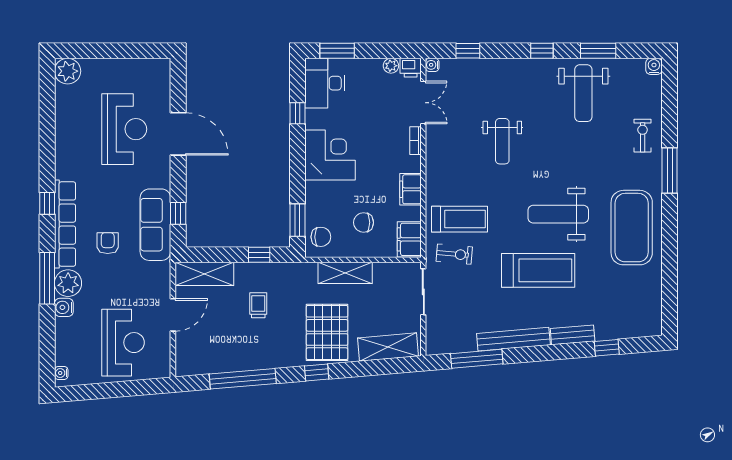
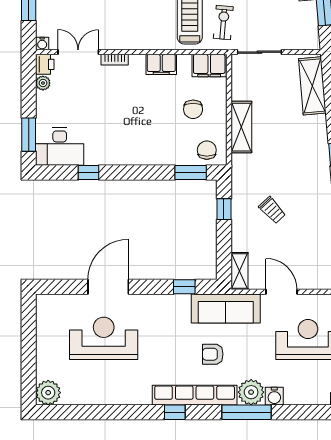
corner desk: (330, 155) -> (128, 141), removed
sofa: (155, 225) -> (226, 308), moved
shelving: (204, 274) -> (239, 271), width x0.67, depth x0.75
trolley: (258, 305) -> (272, 210), turned -133
pallet: (327, 332) -> (298, 144), removed

